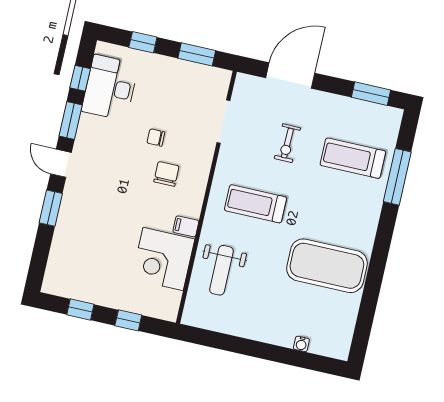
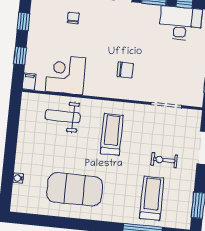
chair: (156, 137) -> (73, 18), moved
exercise bike: (287, 143) -> (164, 160), moved
filing cabinet: (186, 226) -> (29, 82), moved
exercise mat: (327, 266) -> (75, 189), turned 90

